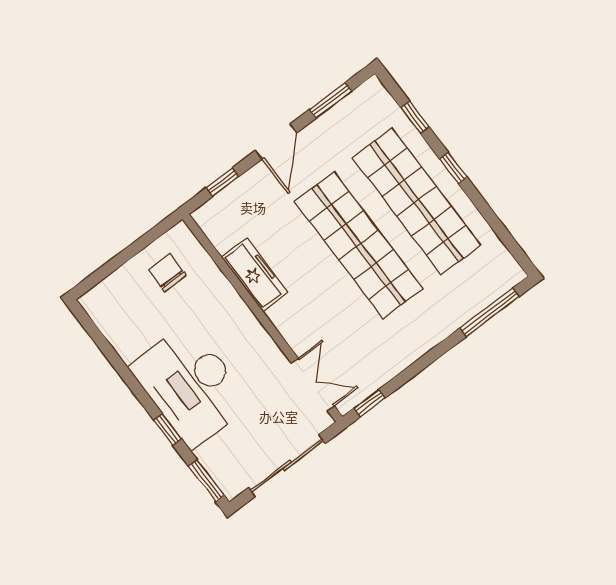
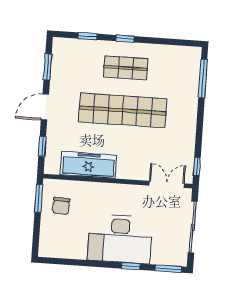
door: (276, 141) -> (45, 107), swing flipped
shop shelf: (417, 201) -> (126, 68), width x0.50, depth x0.74
window: (152, 236) -> (39, 198), added
chair: (167, 273) -> (61, 206), turned -87
freezer: (255, 275) -> (88, 165), width x1.36, depth x1.26

